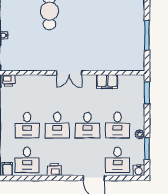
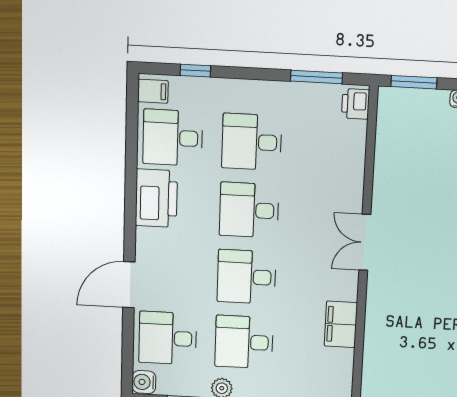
printer: (54, 169) -> (156, 198), width x1.87, depth x1.48

